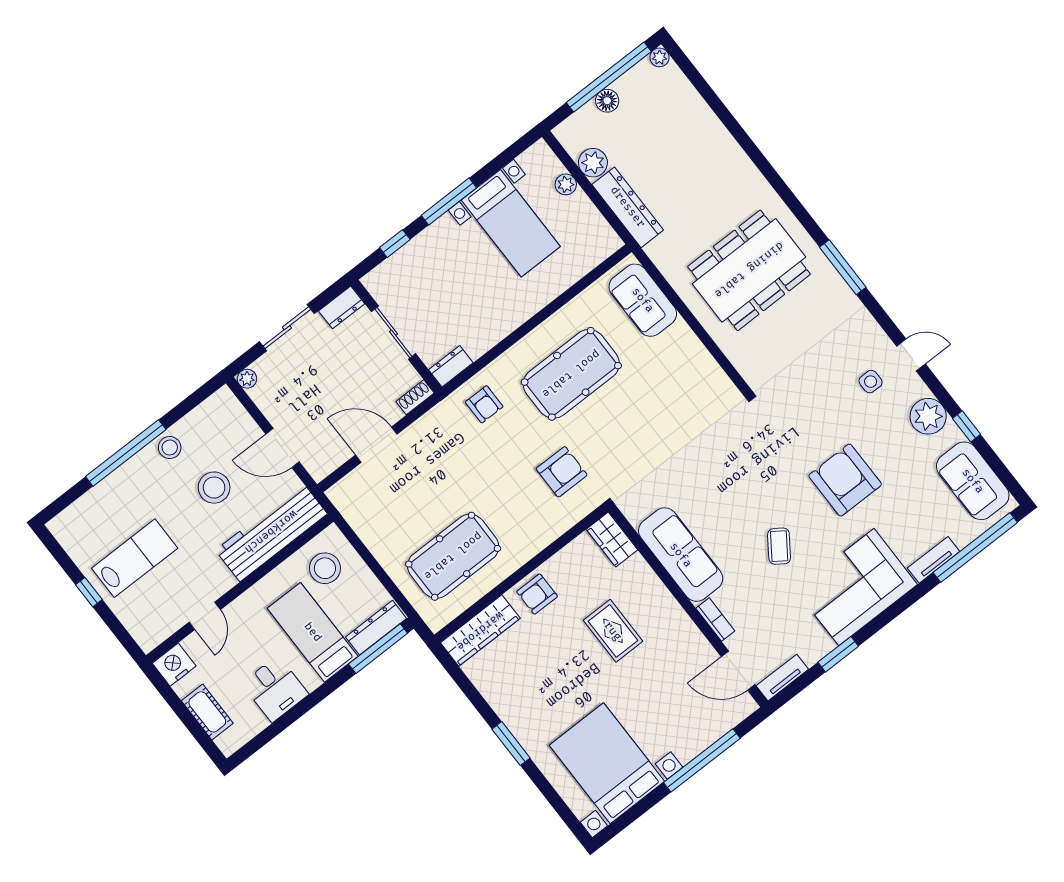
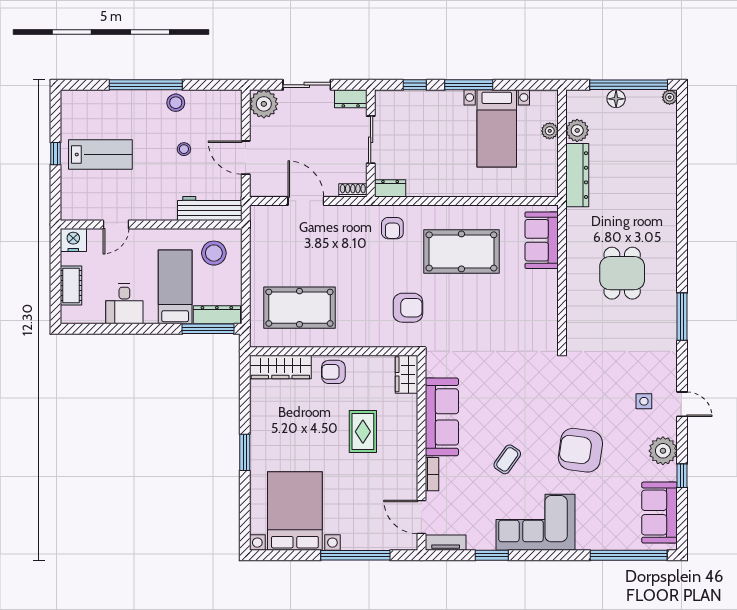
dining table: (749, 270) -> (622, 273), width x0.53, depth x0.80
plant: (247, 379) -> (264, 104), width x1.88, depth x1.88
armchair: (845, 480) -> (580, 450), turned -82
stool: (214, 488) -> (184, 149), width x0.53, depth x0.53
workbench: (271, 532) -> (210, 208), width x0.73, depth x0.76
tv unit: (934, 560) -> (597, 543), removed

